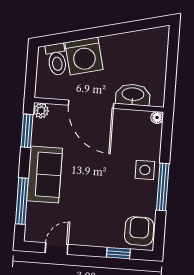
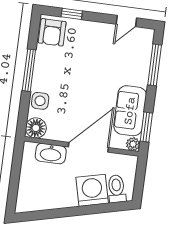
door: (91, 104) -> (88, 147), hinge flipped
floor lamp: (157, 117) -> (36, 128), width x1.89, depth x1.89
side table: (145, 170) -> (40, 101), moved
sofa: (45, 175) -> (130, 111), moved

